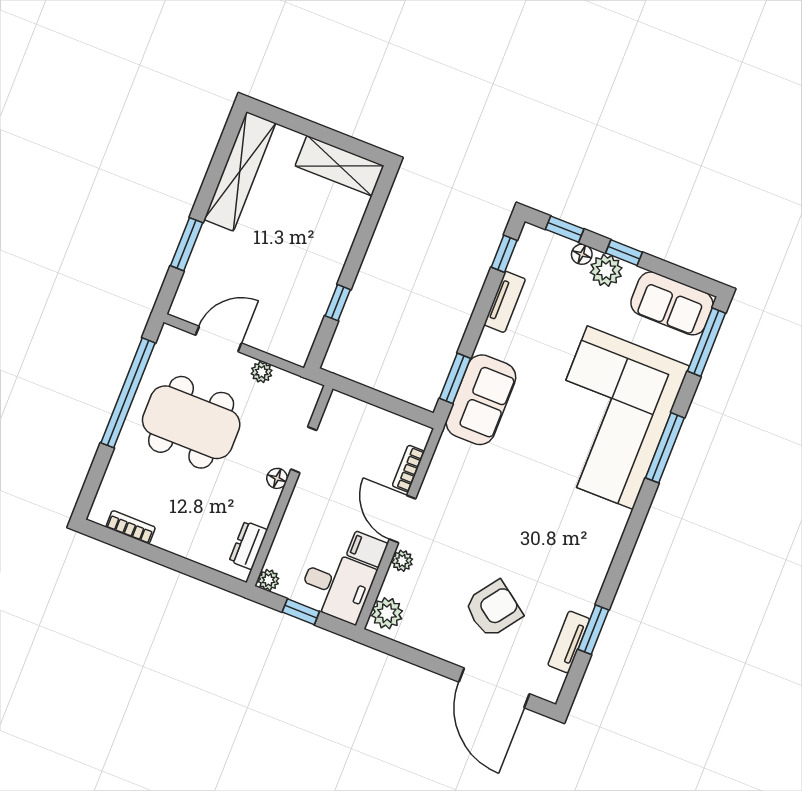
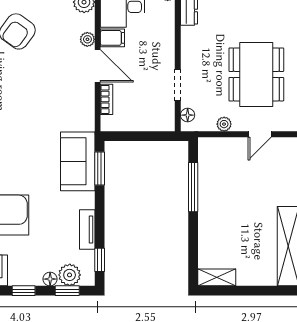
shelving: (340, 166) -> (217, 277), width x0.67, depth x0.75
plant: (606, 270) -> (70, 275), moved
window: (338, 303) -> (193, 187), width x2.17
door: (219, 339) -> (260, 134), width x0.73
dining table: (191, 422) -> (256, 74), turned 90
floor lamp: (277, 478) -> (188, 115), moved

